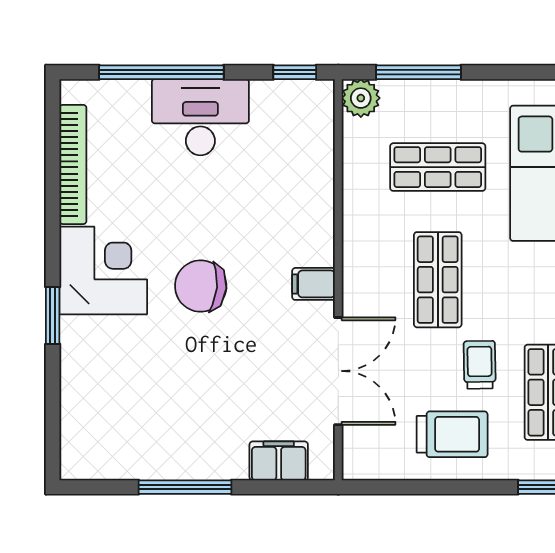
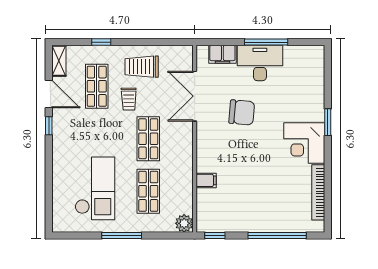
window: (418, 72) -> (122, 235), moved
desk: (200, 117) -> (260, 63), moved, turned 180
shop shelf: (438, 167) -> (148, 191), turned 90
filing cabinet: (314, 284) -> (206, 180), moved
chair: (201, 286) -> (242, 112), moved

